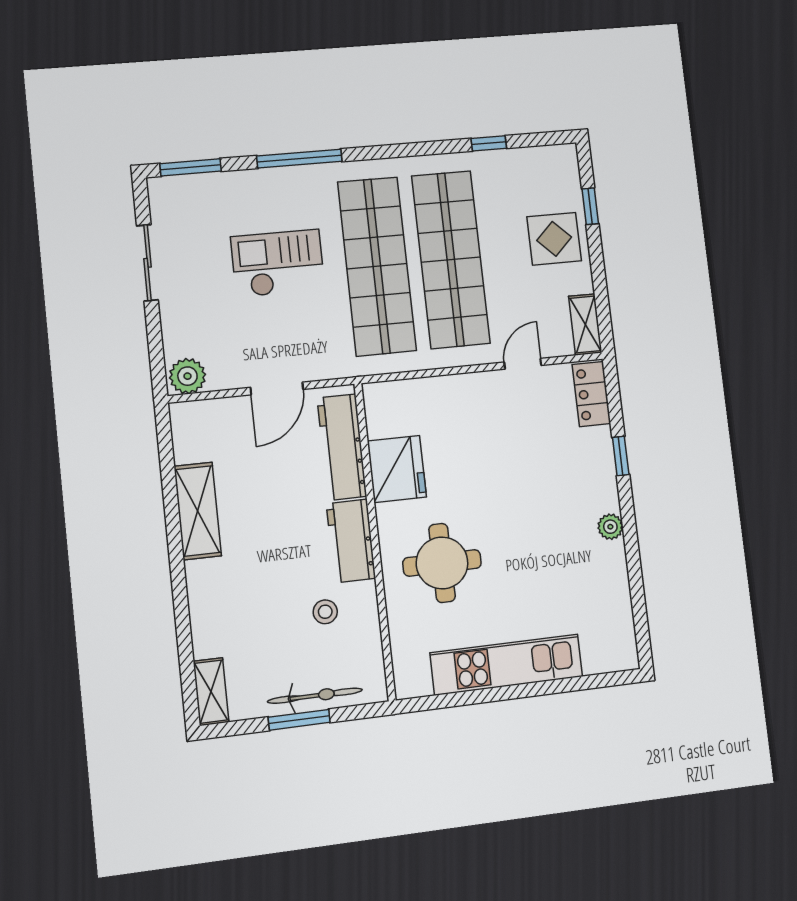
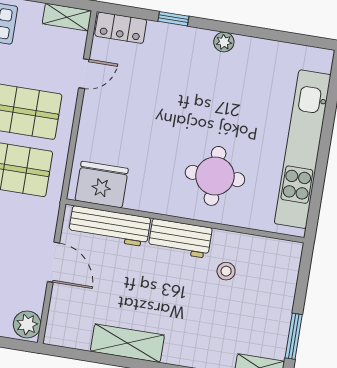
door: (523, 364) -> (84, 74), swing flipped
fridge: (397, 469) -> (102, 185), moved
kitchen unit: (507, 665) -> (303, 149), width x1.36
bicycle: (315, 696) -> (284, 295), removed
window: (299, 720) -> (294, 336), moved

